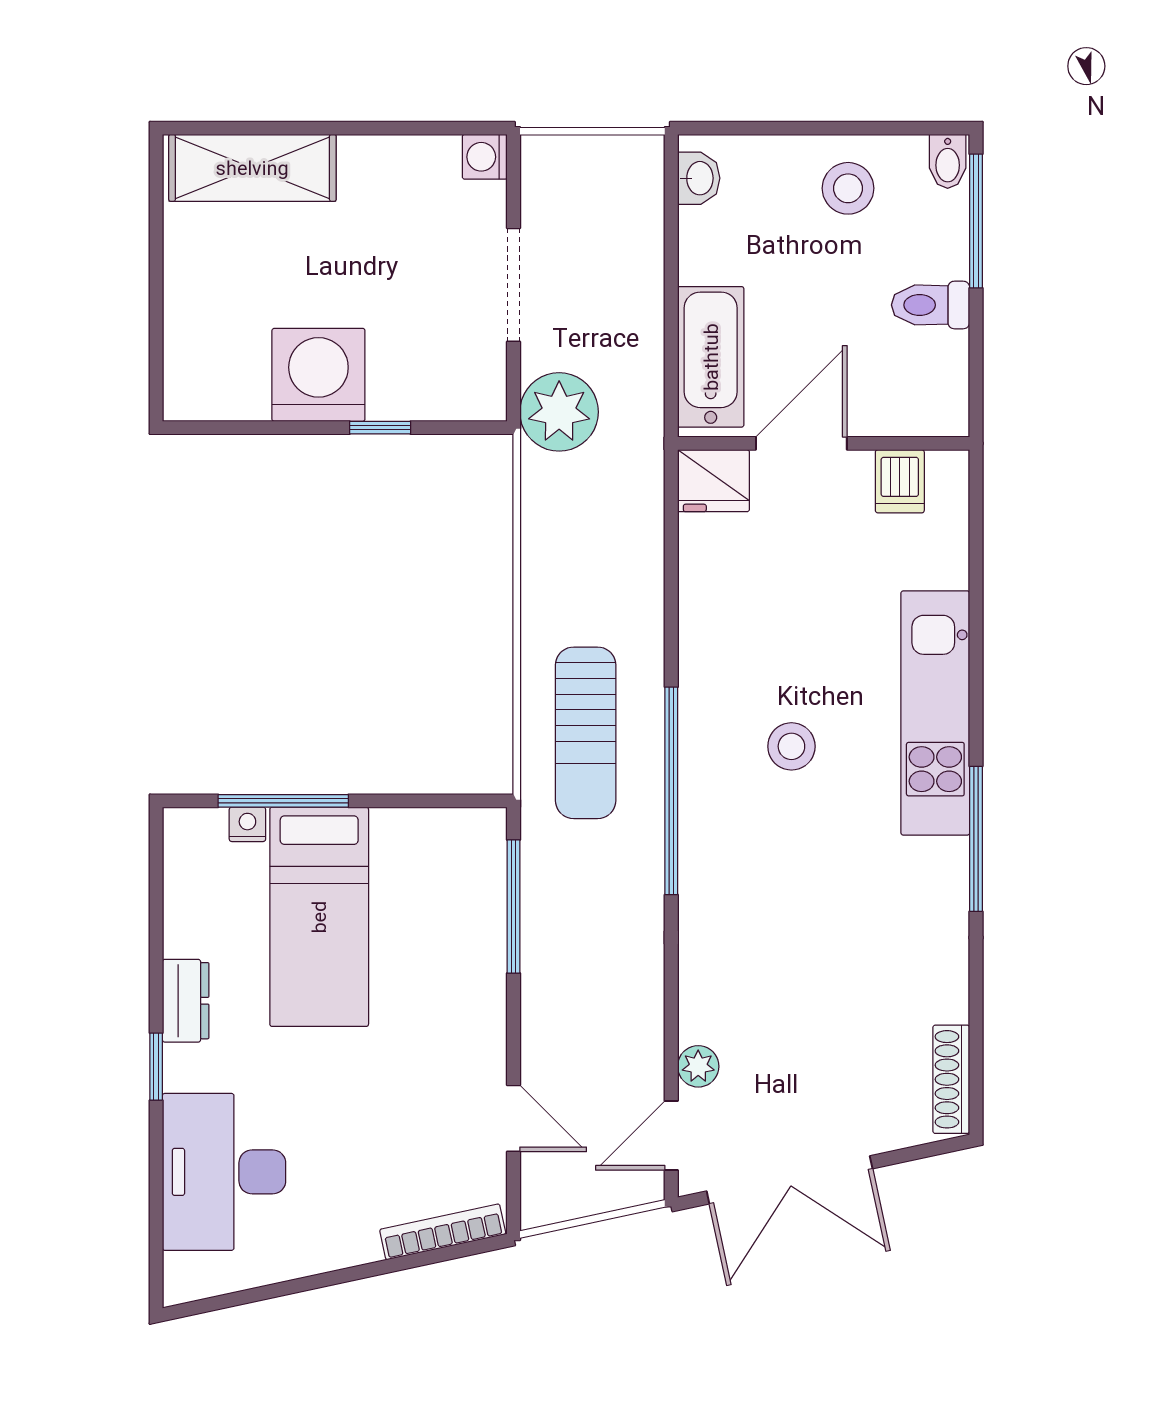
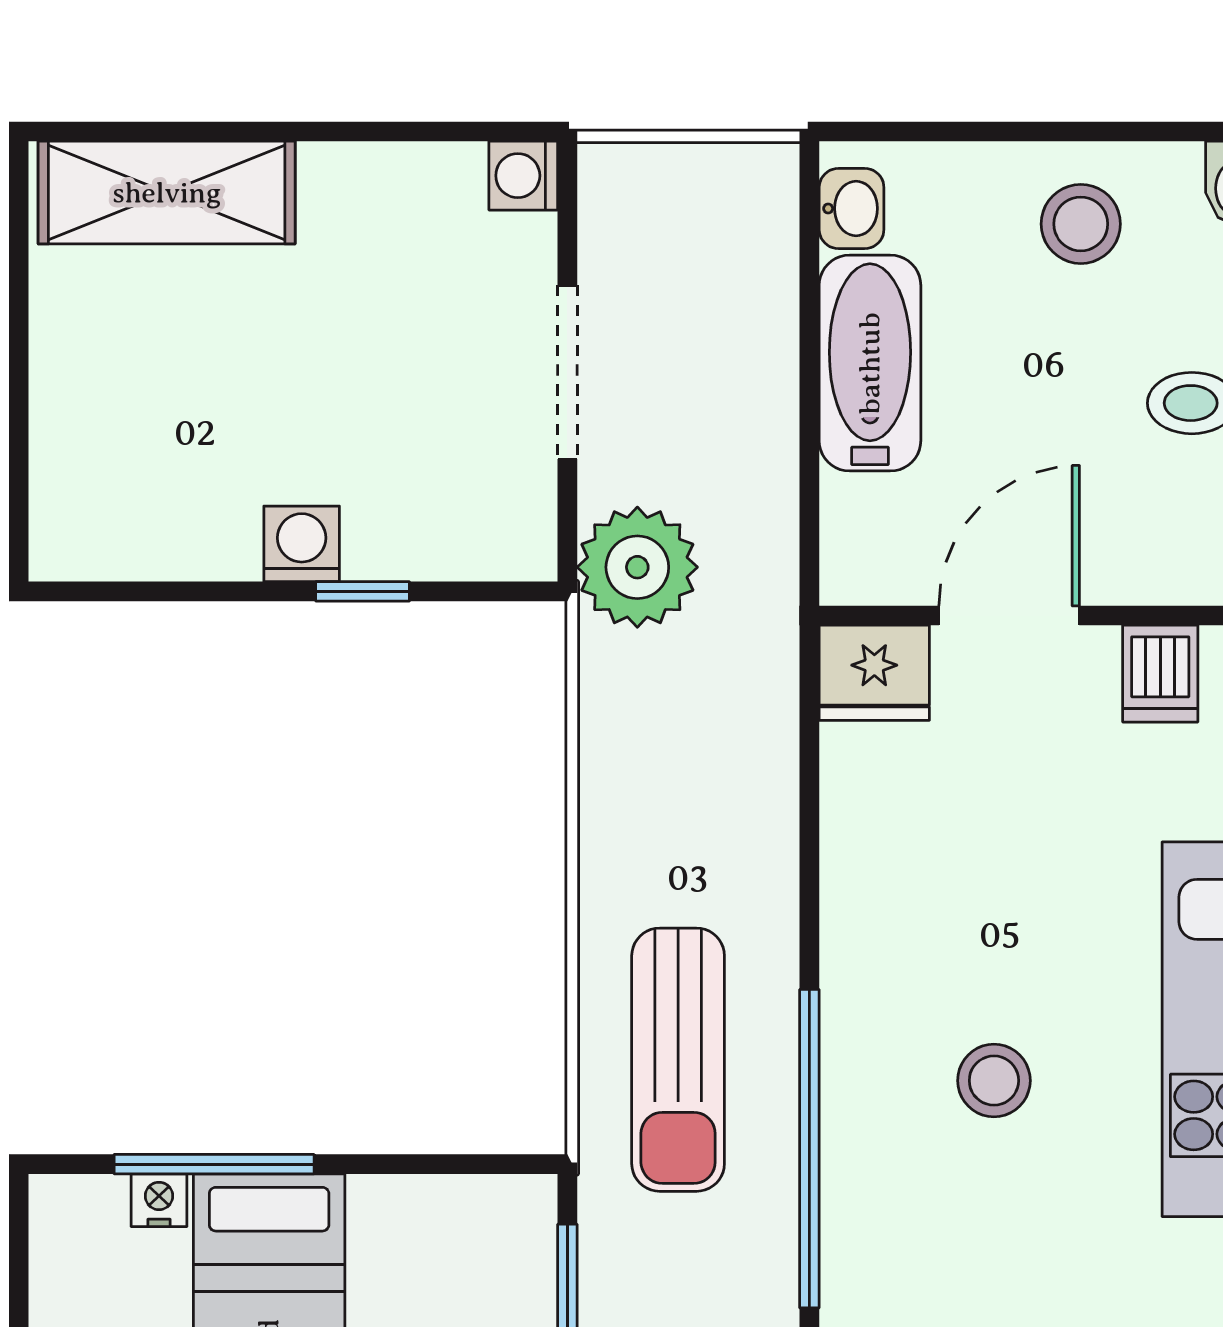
bathtub: (711, 357) -> (870, 363), moved
washing machine: (318, 375) -> (302, 544), width x0.53, depth x0.53

